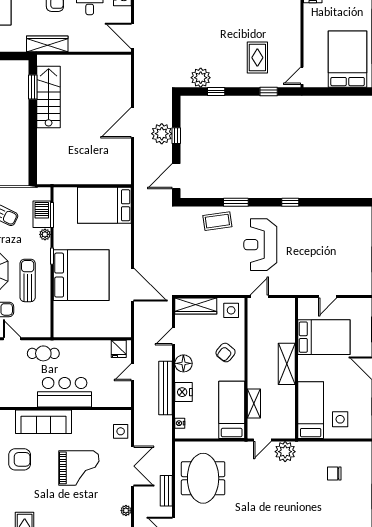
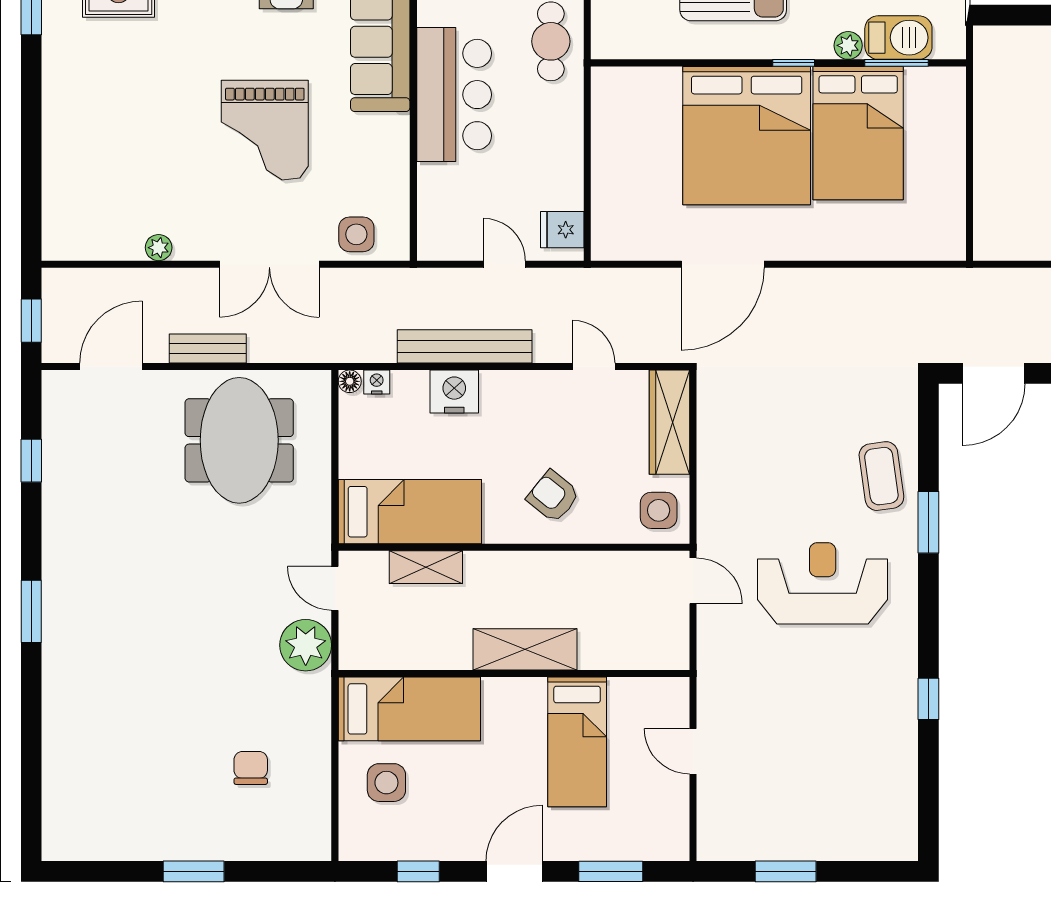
door: (176, 176) -> (994, 373), swing flipped
window: (290, 202) -> (928, 699), moved
bed: (104, 205) -> (858, 133), moved, turned 180
bed: (324, 337) -> (577, 742), width x0.67
floor lamp: (183, 363) -> (350, 381), moved, width x0.53, depth x0.53
meeting table: (203, 478) -> (239, 440), turned 90

